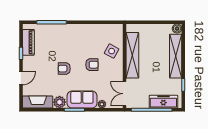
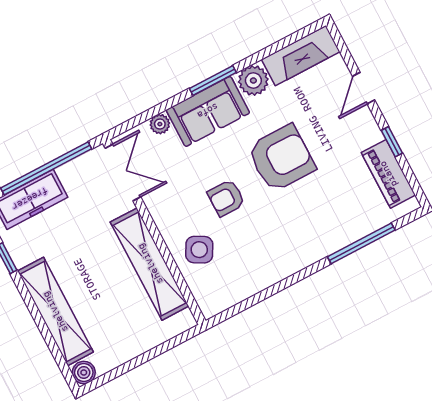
armchair: (64, 69) -> (281, 158), width x1.88, depth x1.88

